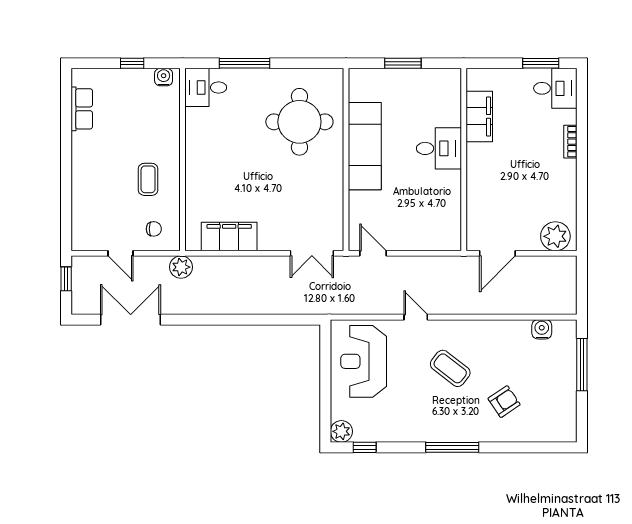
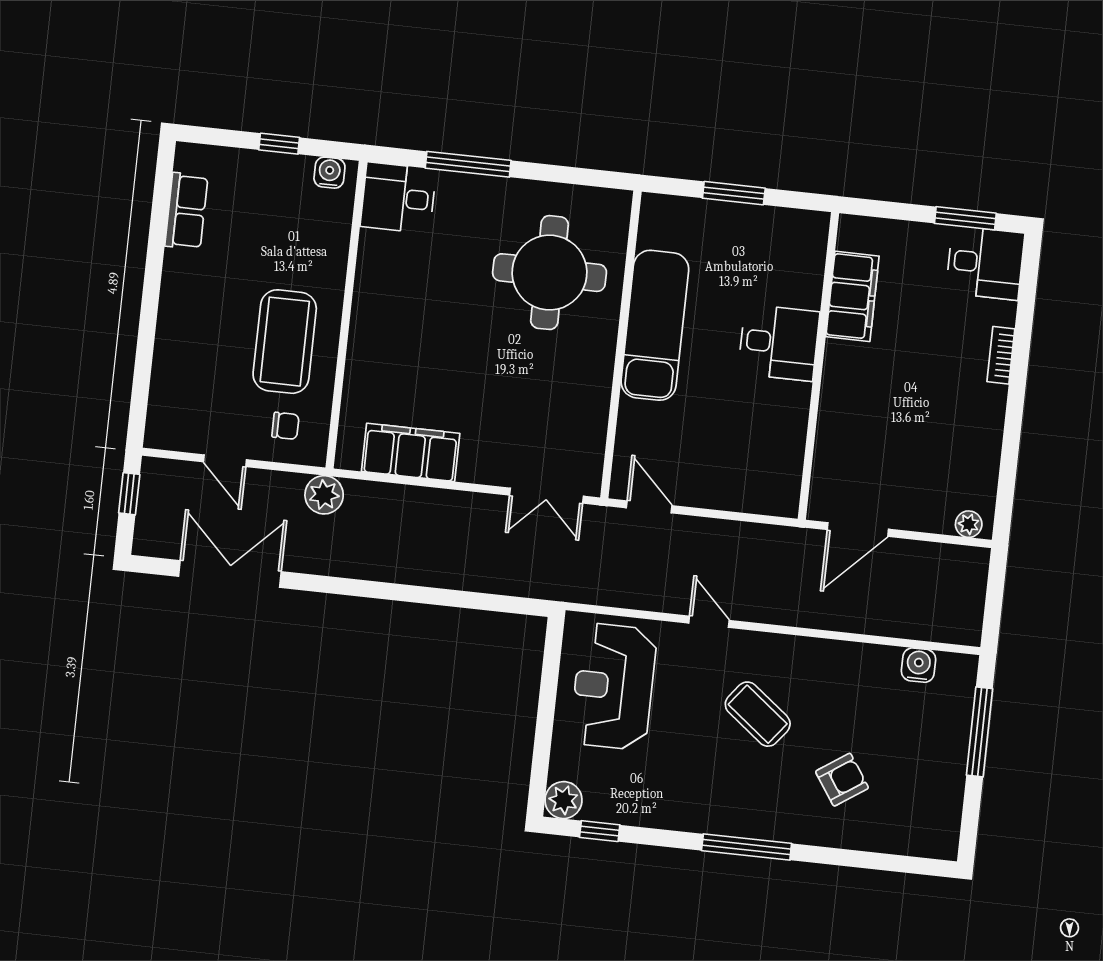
coffee table: (148, 179) -> (285, 342), width x1.86, depth x1.72
plant: (555, 236) -> (969, 524), width x0.53, depth x0.53

